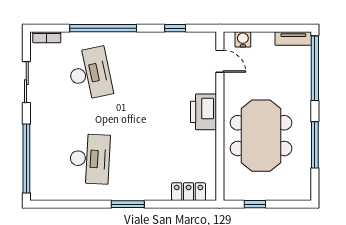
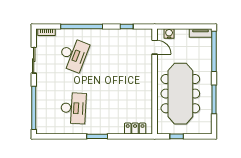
desk: (90, 74) -> (73, 55), turned 33
printer: (203, 112) -> (144, 79), removed
meeting table: (261, 136) -> (180, 94), width x1.36

